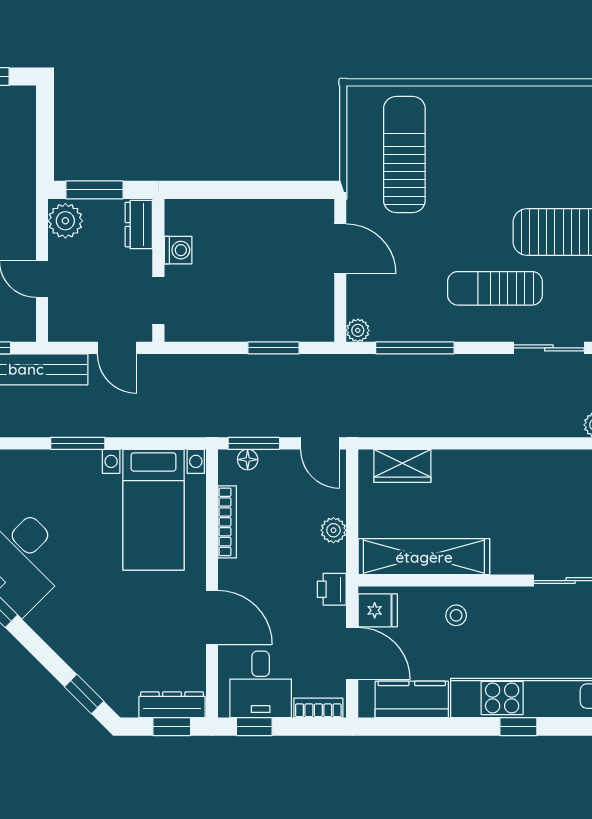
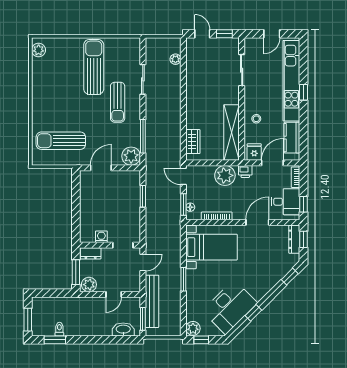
plant: (358, 330) -> (131, 156), width x1.88, depth x1.88
door: (320, 443) -> (183, 176), swing flipped
plant: (333, 530) -> (225, 175), width x1.87, depth x1.87

